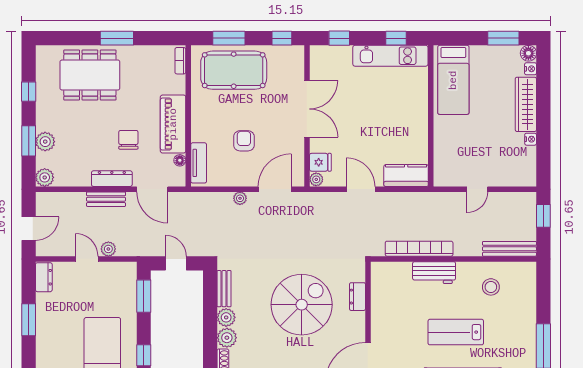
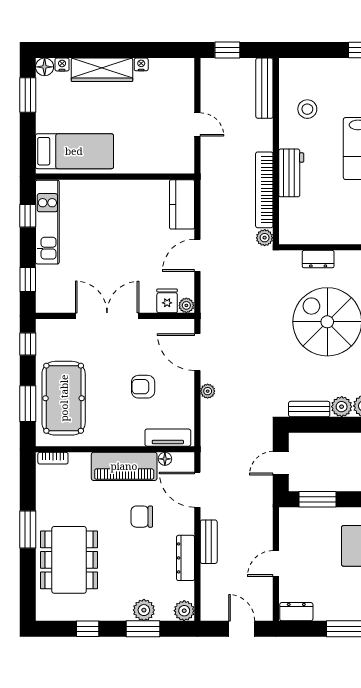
dresser: (112, 179) -> (186, 558), moved
door: (152, 189) -> (197, 490), swing flipped
plant: (108, 249) -> (265, 238), moved

